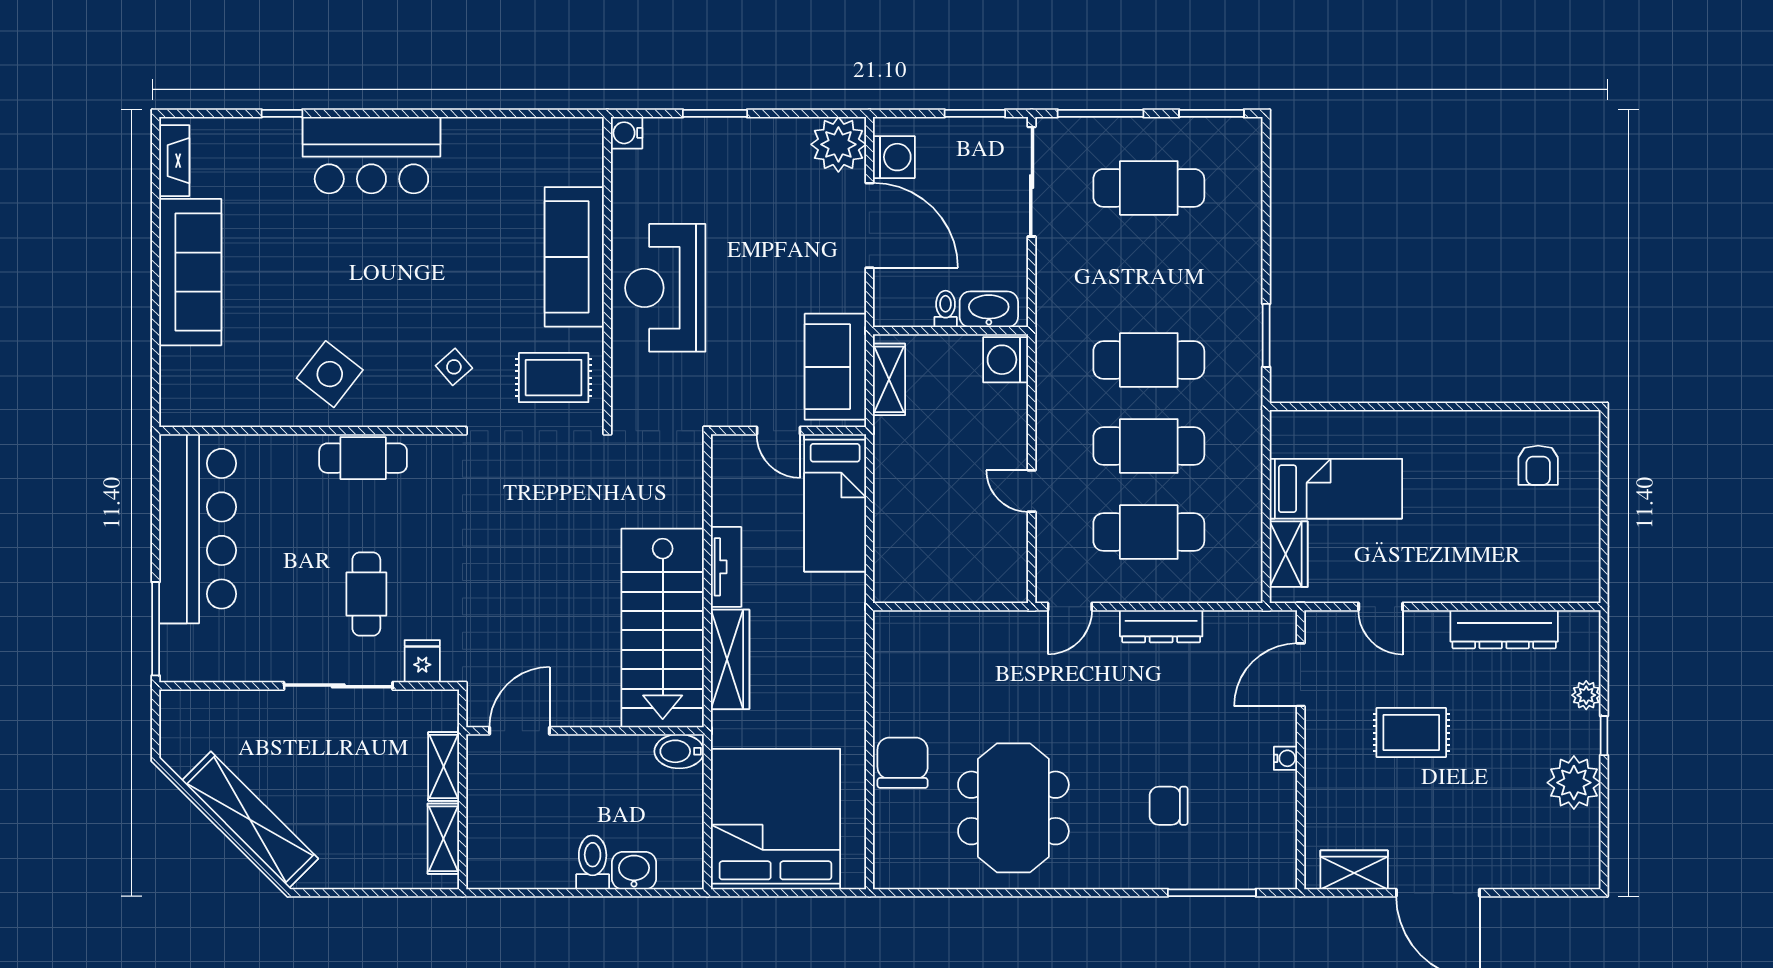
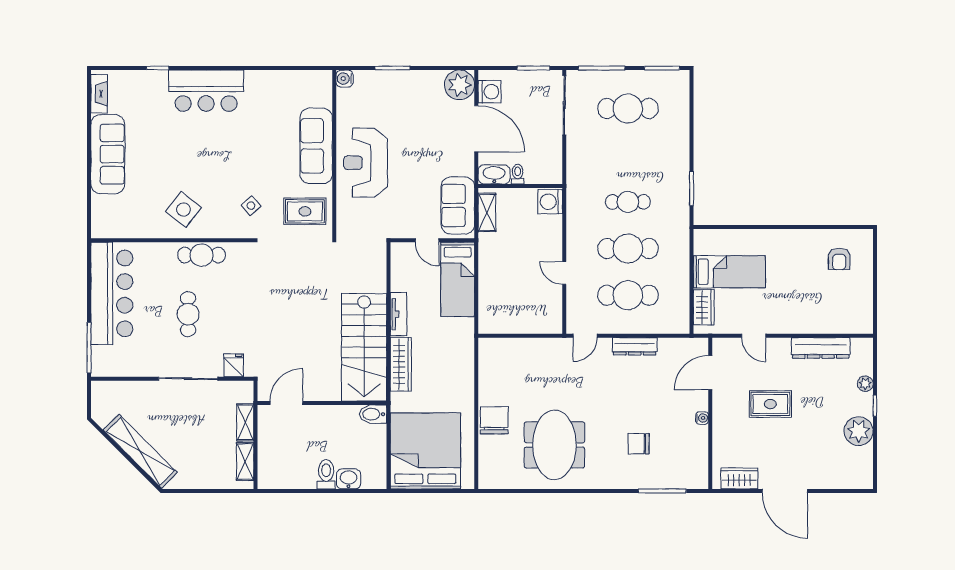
washbasin: (989, 309) -> (494, 174), moved
cafe table: (1149, 360) -> (628, 202), width x0.73, depth x0.74
cafe table: (366, 594) -> (188, 314), moved

